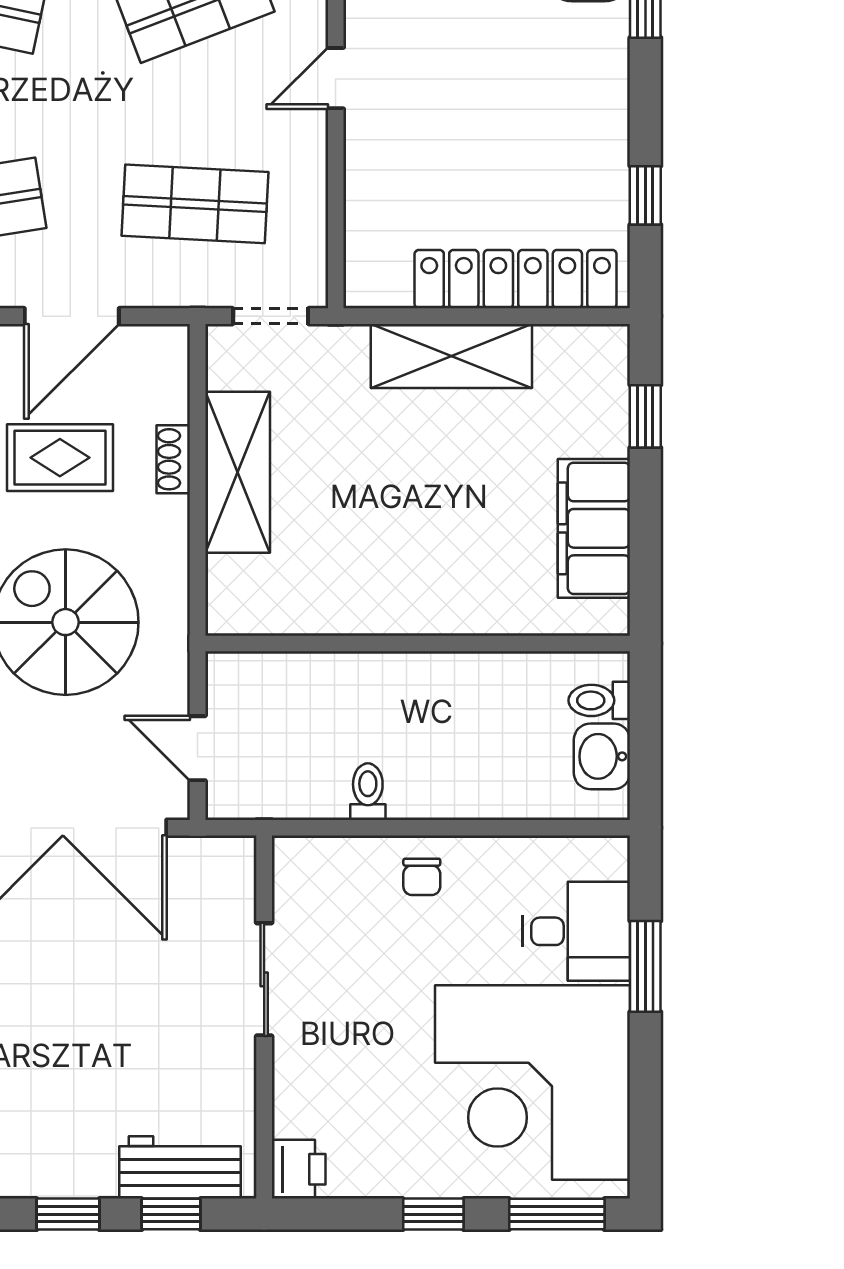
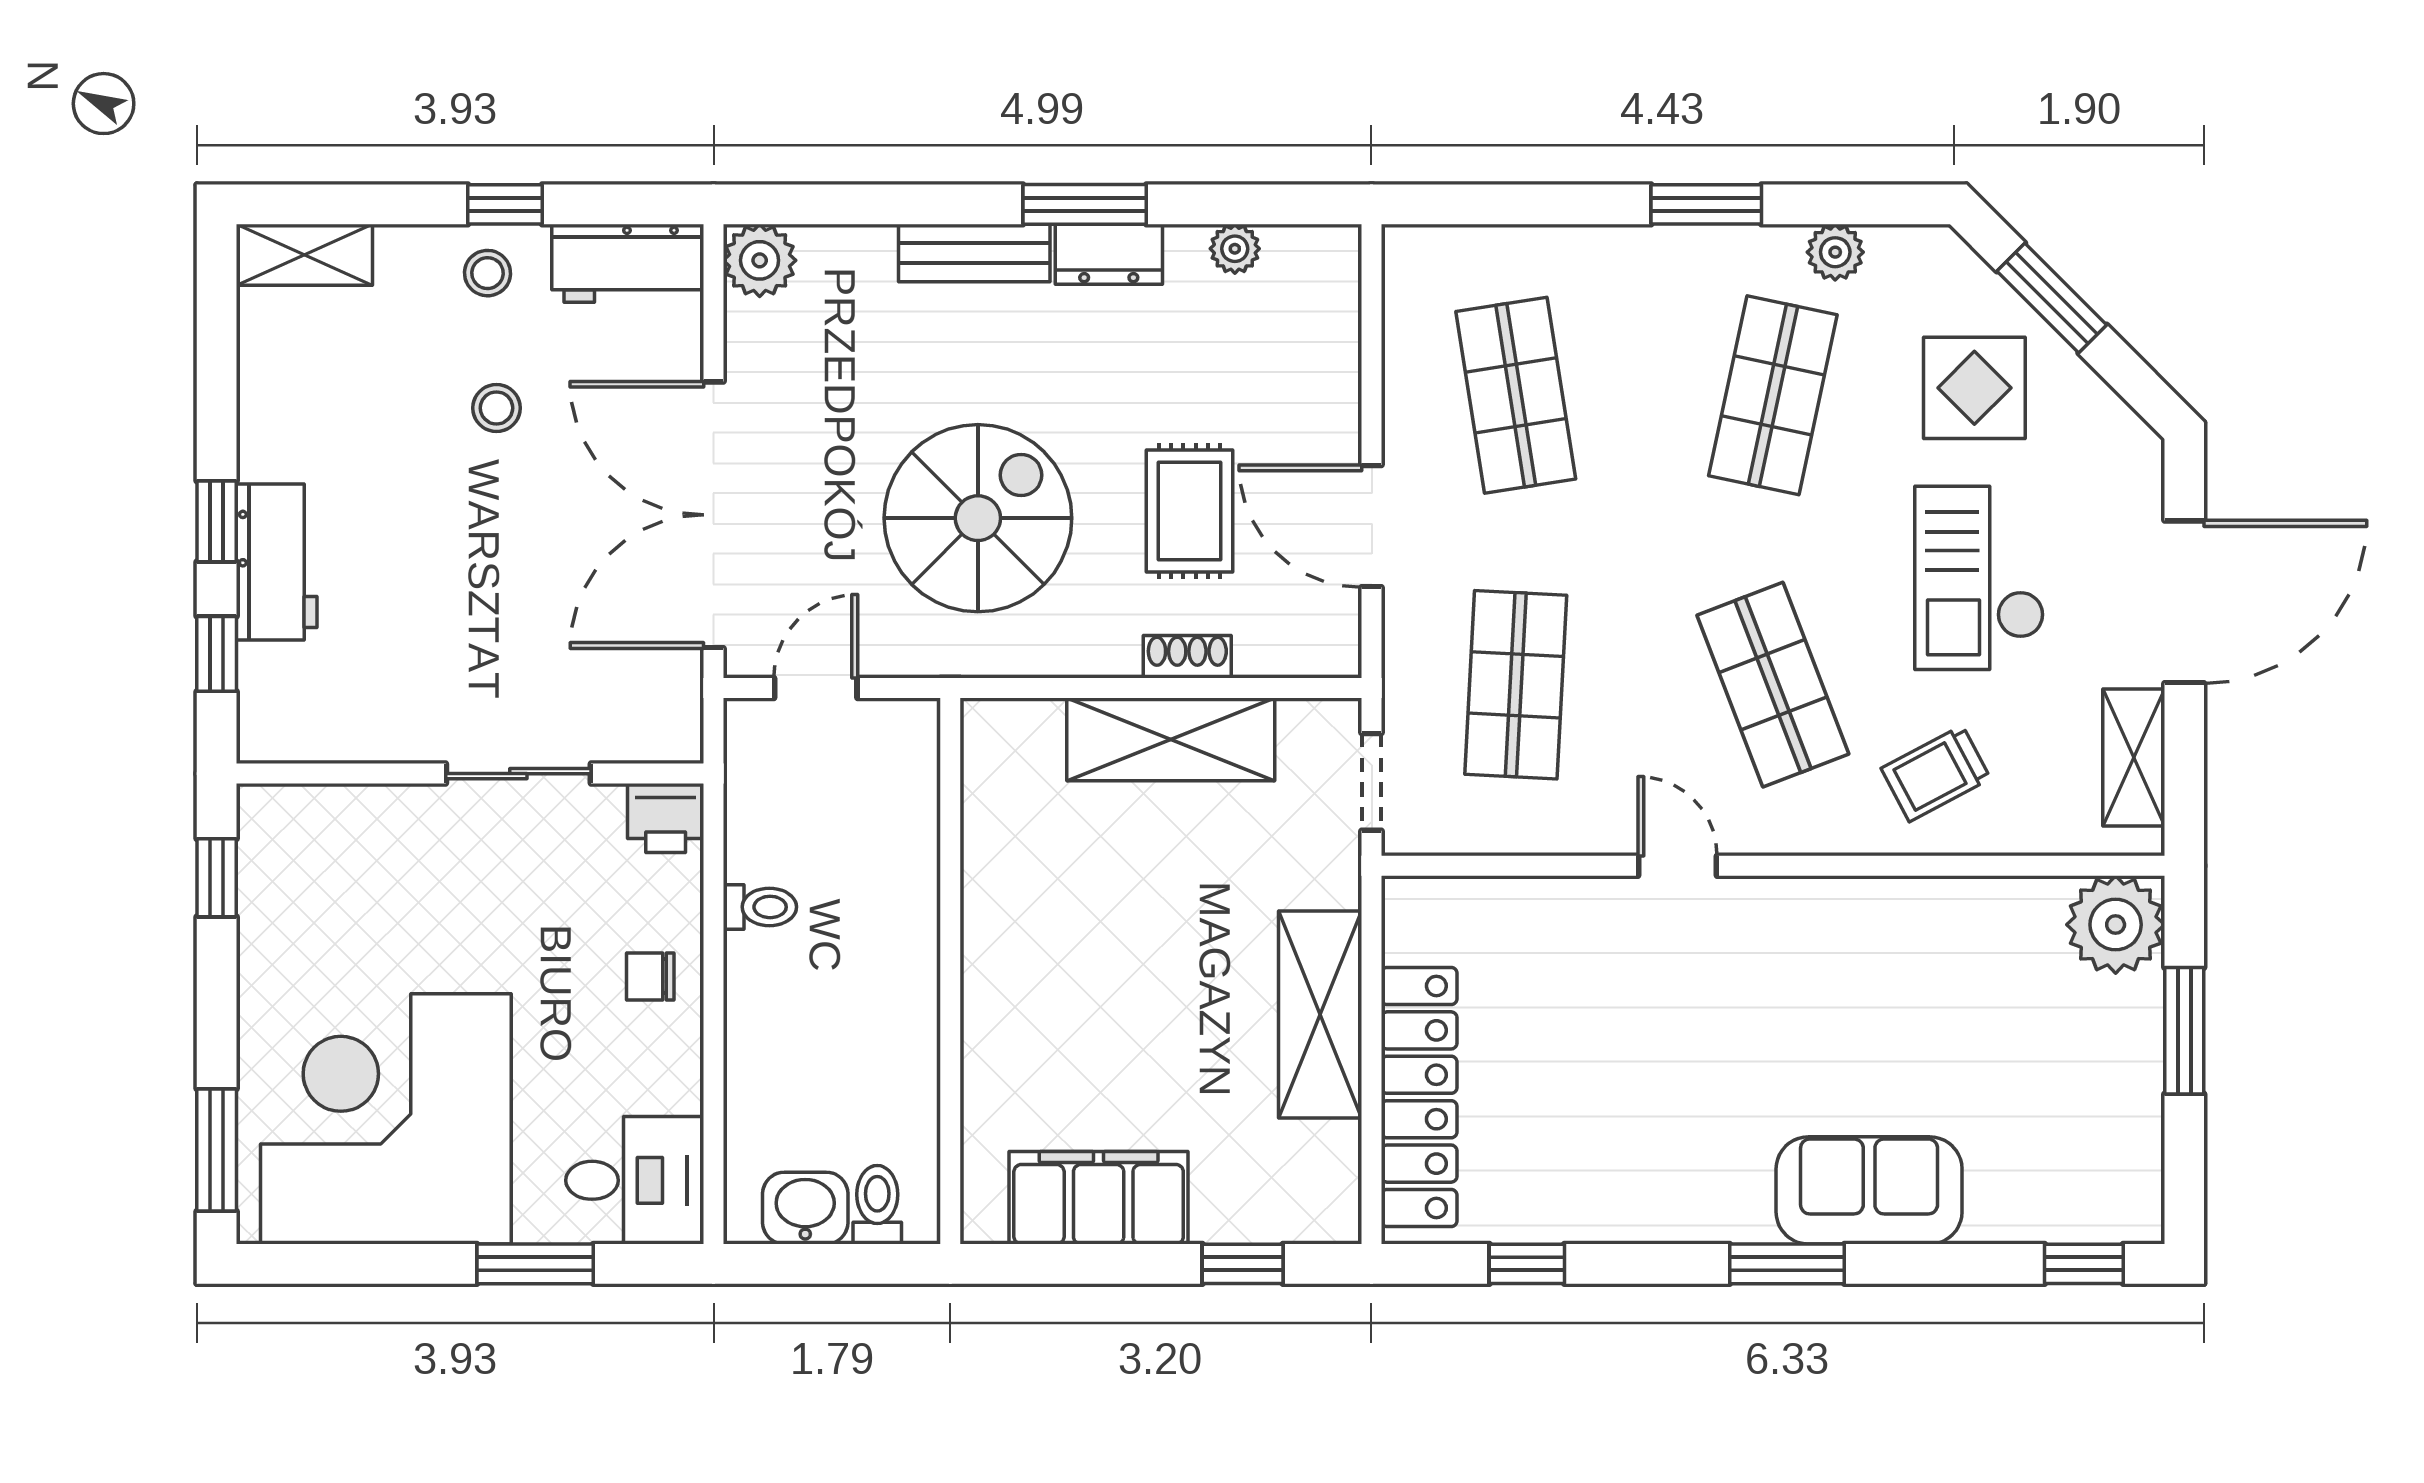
desk: (576, 931) -> (635, 1180), moved, turned -90
workbench: (180, 1167) -> (277, 562), moved
printer: (299, 1169) -> (666, 818), moved
window: (433, 1214) -> (217, 878), moved

